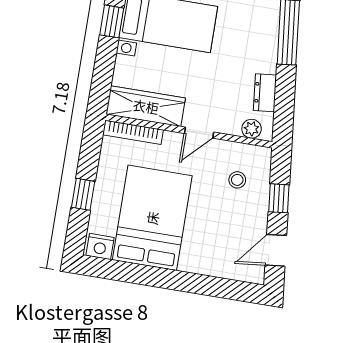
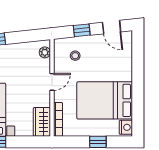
dresser: (265, 93) -> (23, 48), removed
wardrobe: (146, 106) -> (42, 122), width x0.67
door: (199, 133) -> (52, 82), hinge flipped

